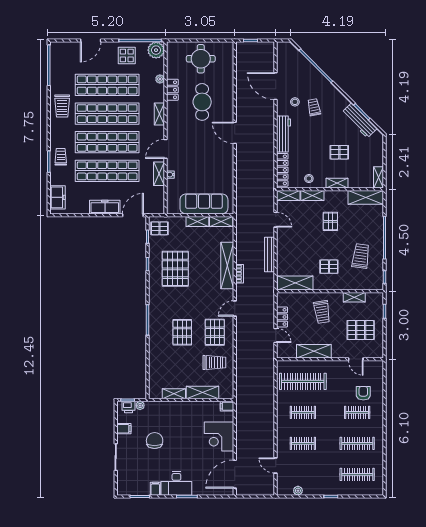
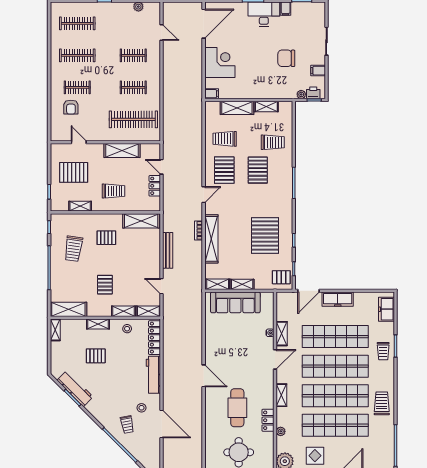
trolley: (314, 107) -> (127, 424), moved
trolley: (322, 312) -> (114, 191), turned 99
trolley: (168, 359) -> (273, 142), added
chair: (155, 441) -> (286, 58), turned 90

